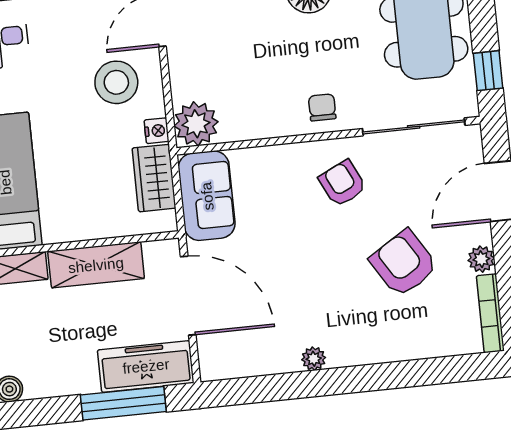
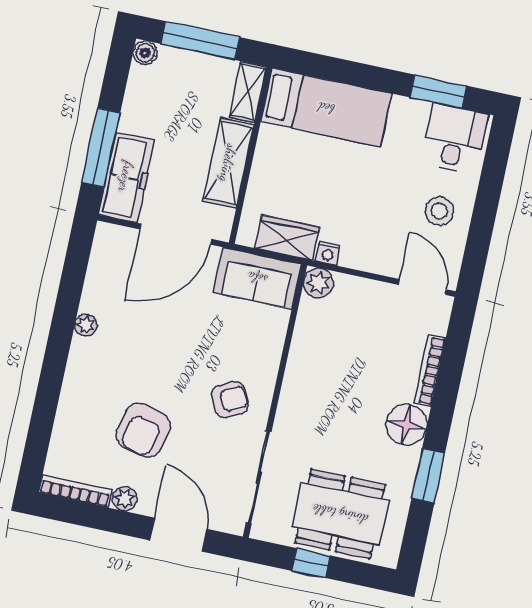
window: (488, 71) -> (311, 563), moved
stool: (116, 82) -> (439, 211), moved, width x0.73, depth x0.73
chair: (322, 107) -> (301, 404), removed
plant: (196, 124) -> (319, 283), width x0.73, depth x0.73
armchair: (404, 263) -> (143, 430), turned 136

